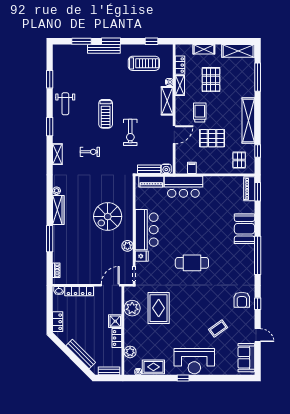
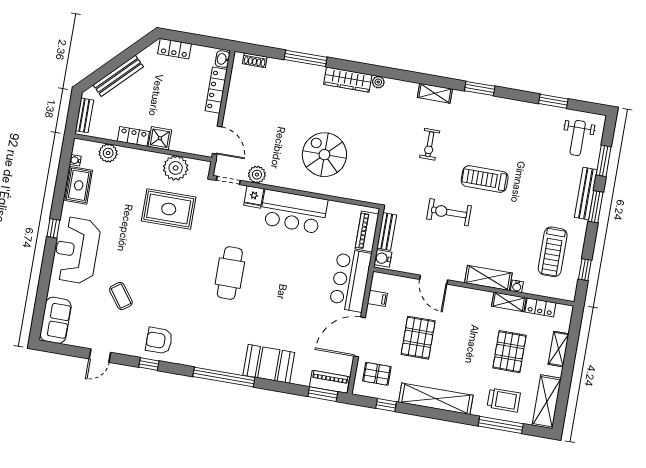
pallet: (211, 80) -> (509, 352), turned 90
weight bench: (65, 104) -> (578, 138), moved, turned -90
trolley: (200, 112) -> (504, 400), moved
door: (218, 175) -> (360, 337), added
plant: (127, 246) -> (257, 175), moved
sofa: (246, 358) -> (56, 320), moved, turned 90

